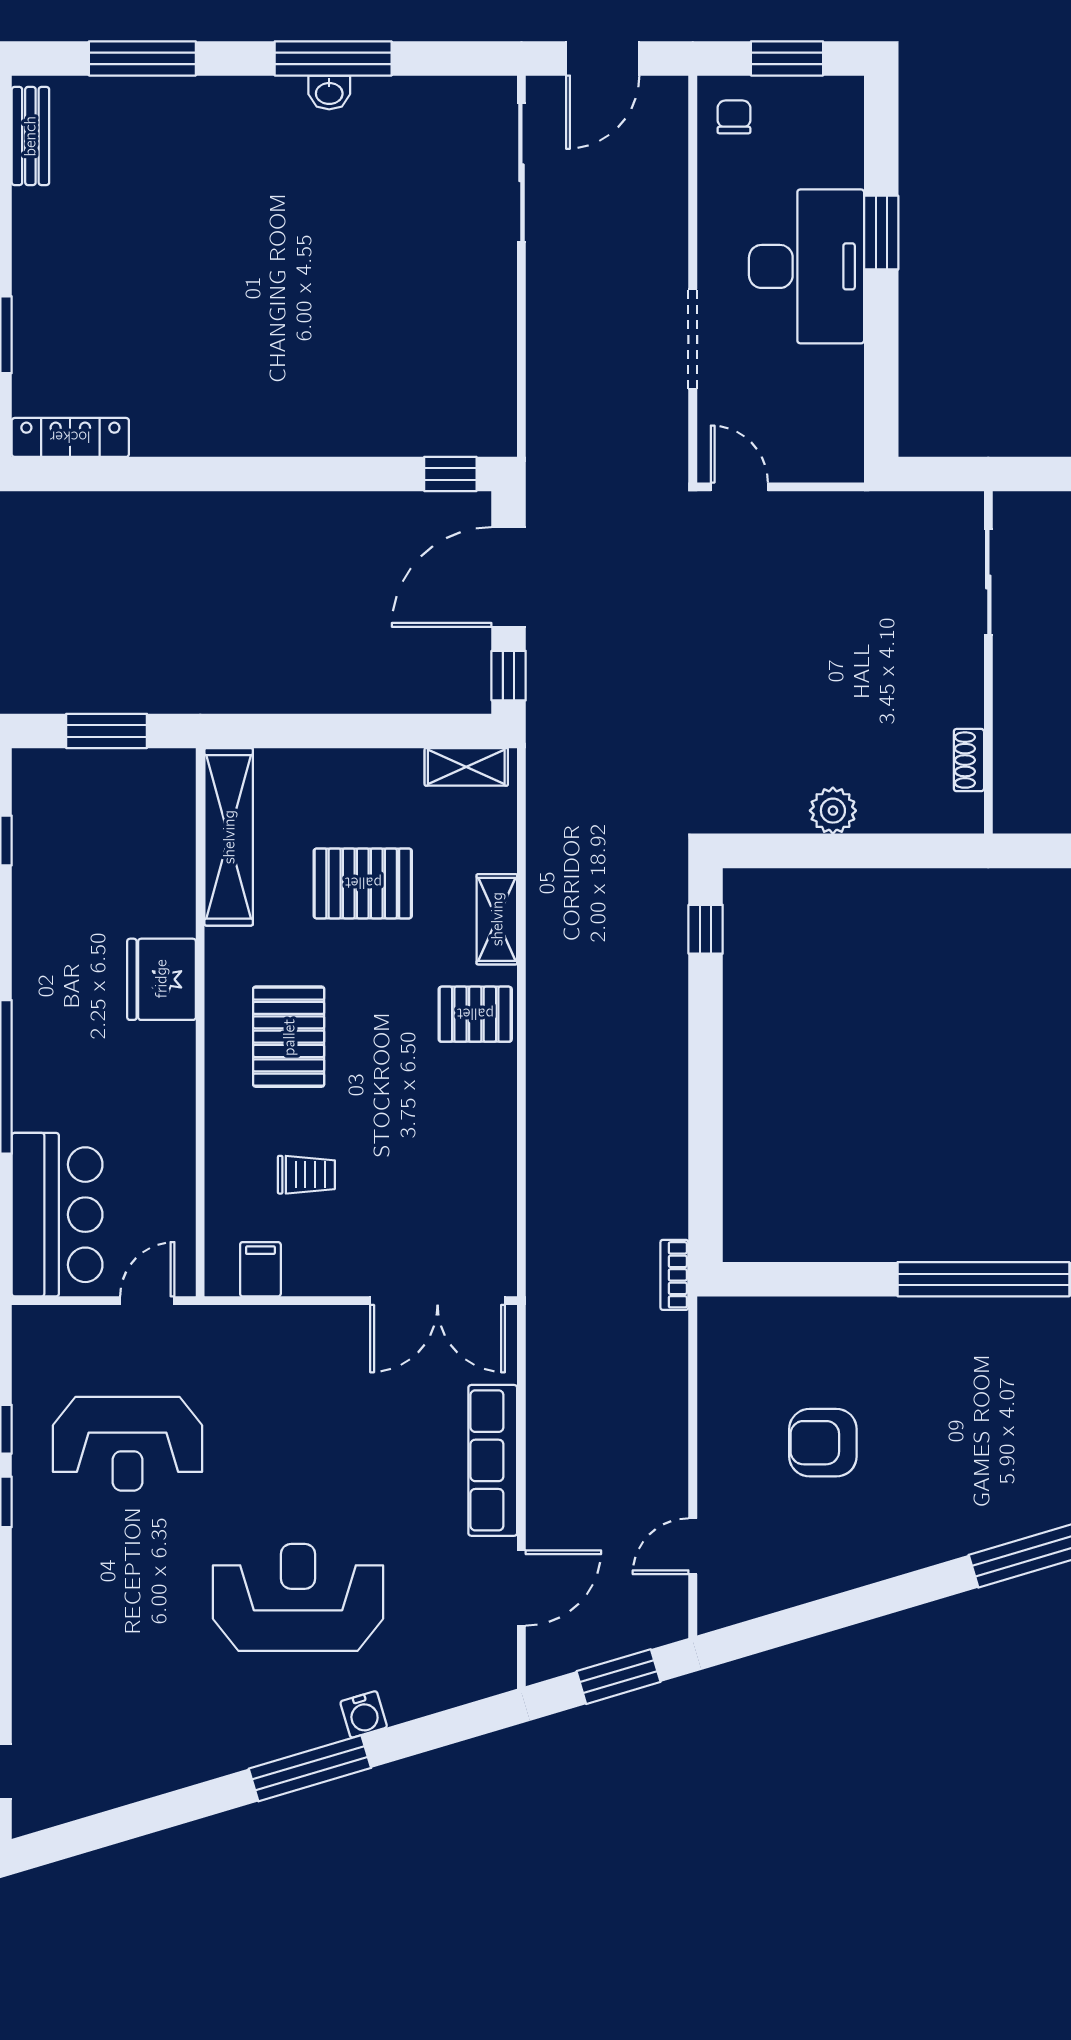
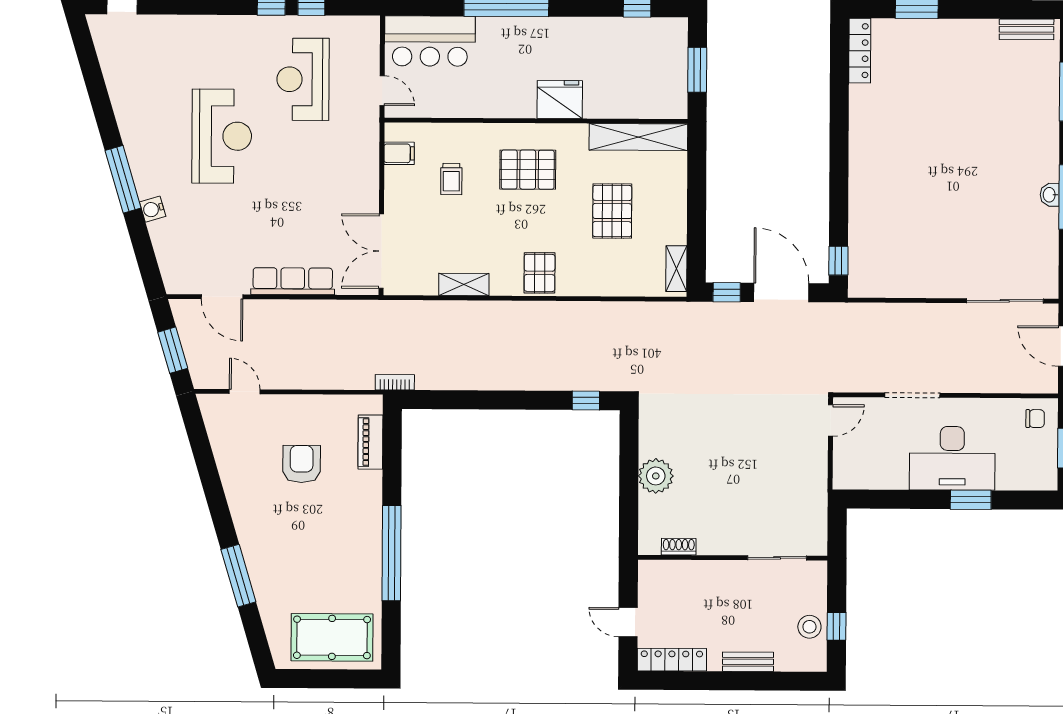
plant: (833, 811) -> (656, 476), width x1.36, depth x1.36
shelving: (497, 919) -> (464, 284), moved
piano: (783, 1318) -> (370, 442), added
reception desk: (298, 1597) -> (222, 136), moved

